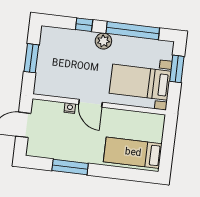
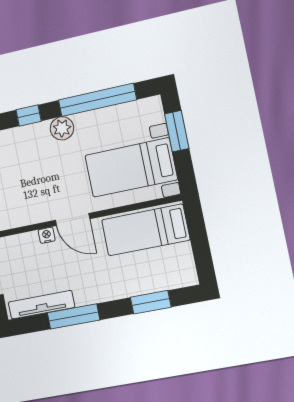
tv unit: (51, 153) -> (41, 305), added
bed: (133, 153) -> (146, 230), moved
window: (124, 173) -> (151, 302), added

